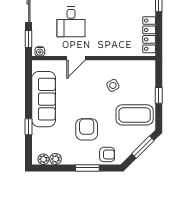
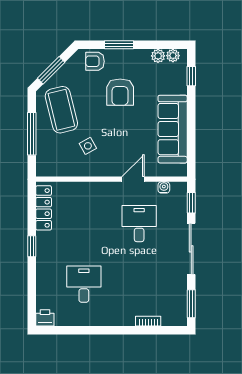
water cooler: (40, 51) -> (164, 187), moved
window: (159, 95) -> (32, 134), width x2.17
coffee table: (135, 115) -> (61, 110), turned 76
window: (29, 127) -> (191, 76), moved

